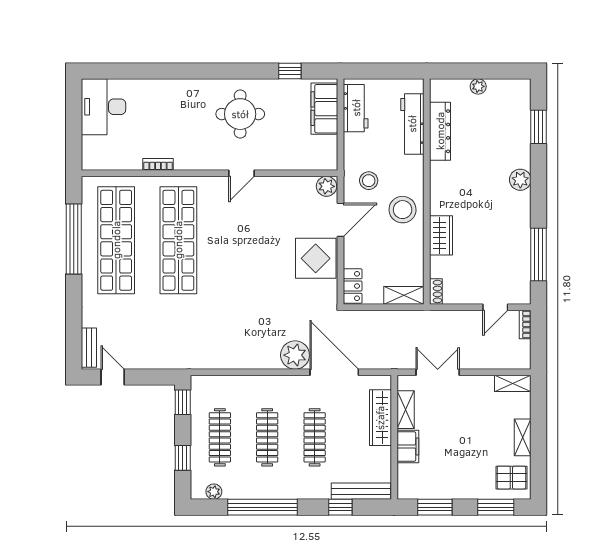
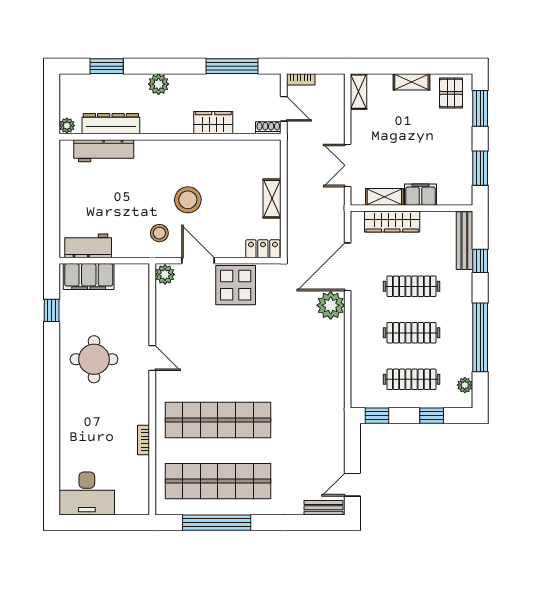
workbench: (412, 124) -> (104, 151), moved
dresser: (440, 131) -> (111, 124), moved
wall: (427, 192) -> (170, 137), moved
wardrobe: (441, 235) -> (213, 123), moved
shoe rack: (436, 291) -> (268, 128), moved

